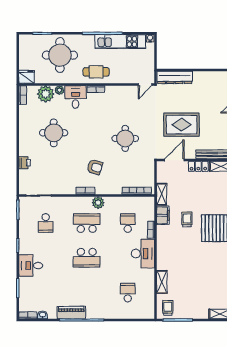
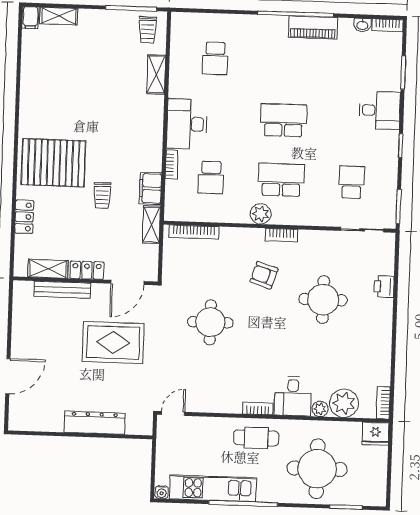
dresser: (175, 77) -> (94, 423), moved
round table: (54, 133) -> (323, 300), moved
trolley: (187, 219) -> (102, 195), moved
school desk: (87, 223) -> (281, 180), turned 180

